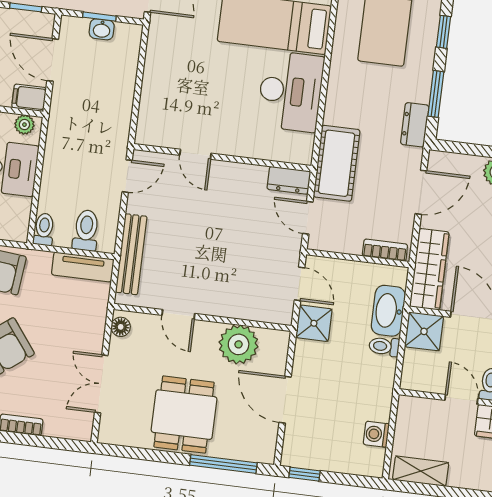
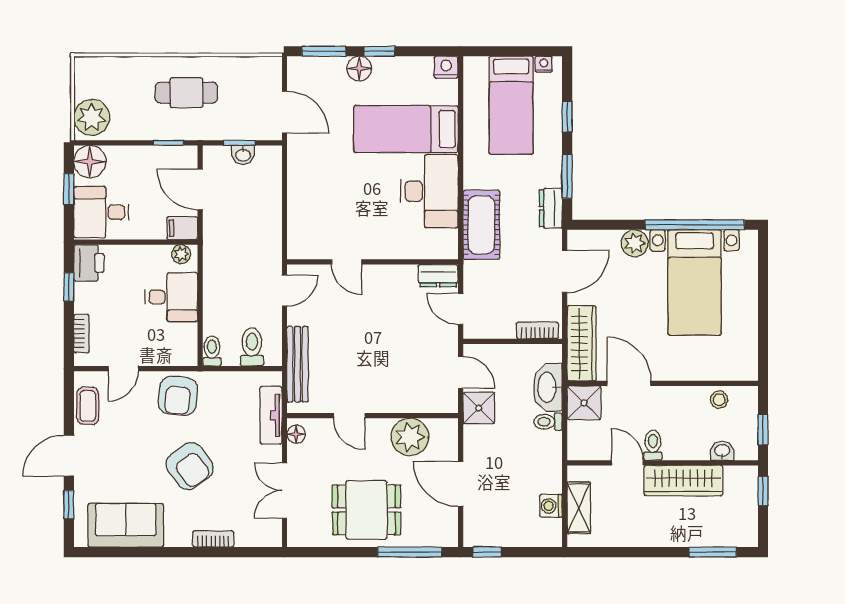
cot: (337, 163) -> (481, 225), moved
tv unit: (83, 267) -> (271, 415), moved, turned 90
dining table: (184, 415) -> (367, 510), turned 90
shelving: (421, 471) -> (579, 508), moved, turned 90

